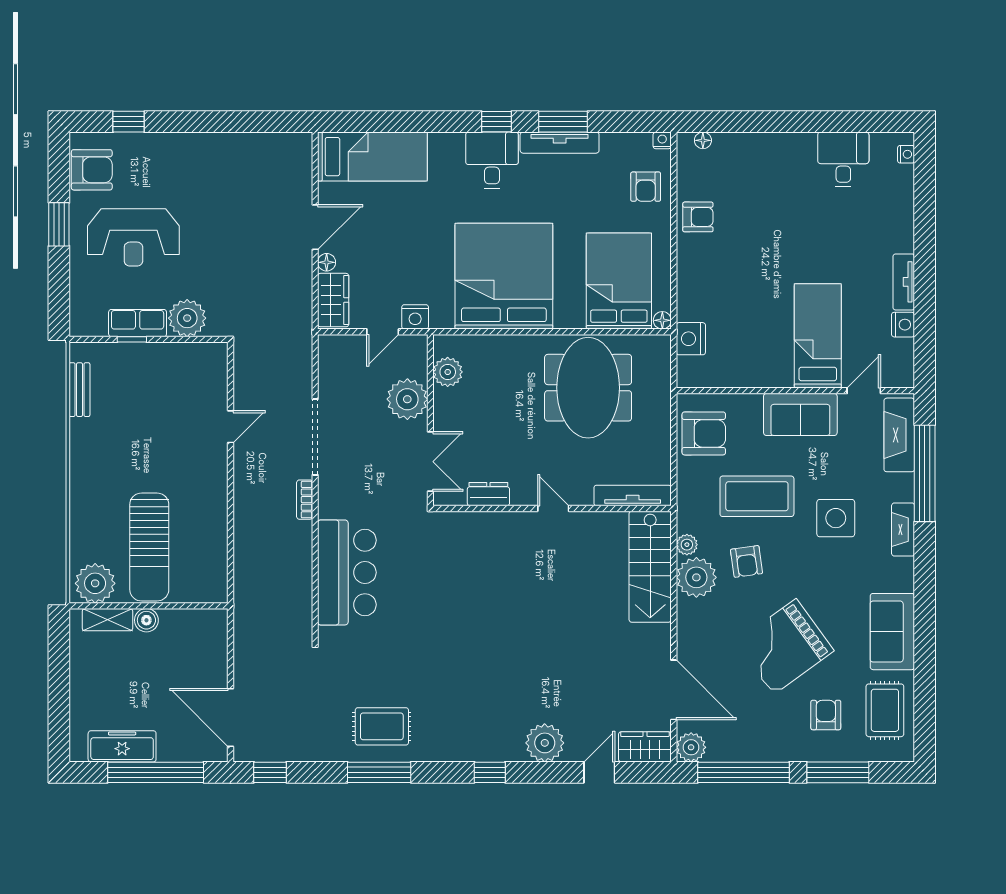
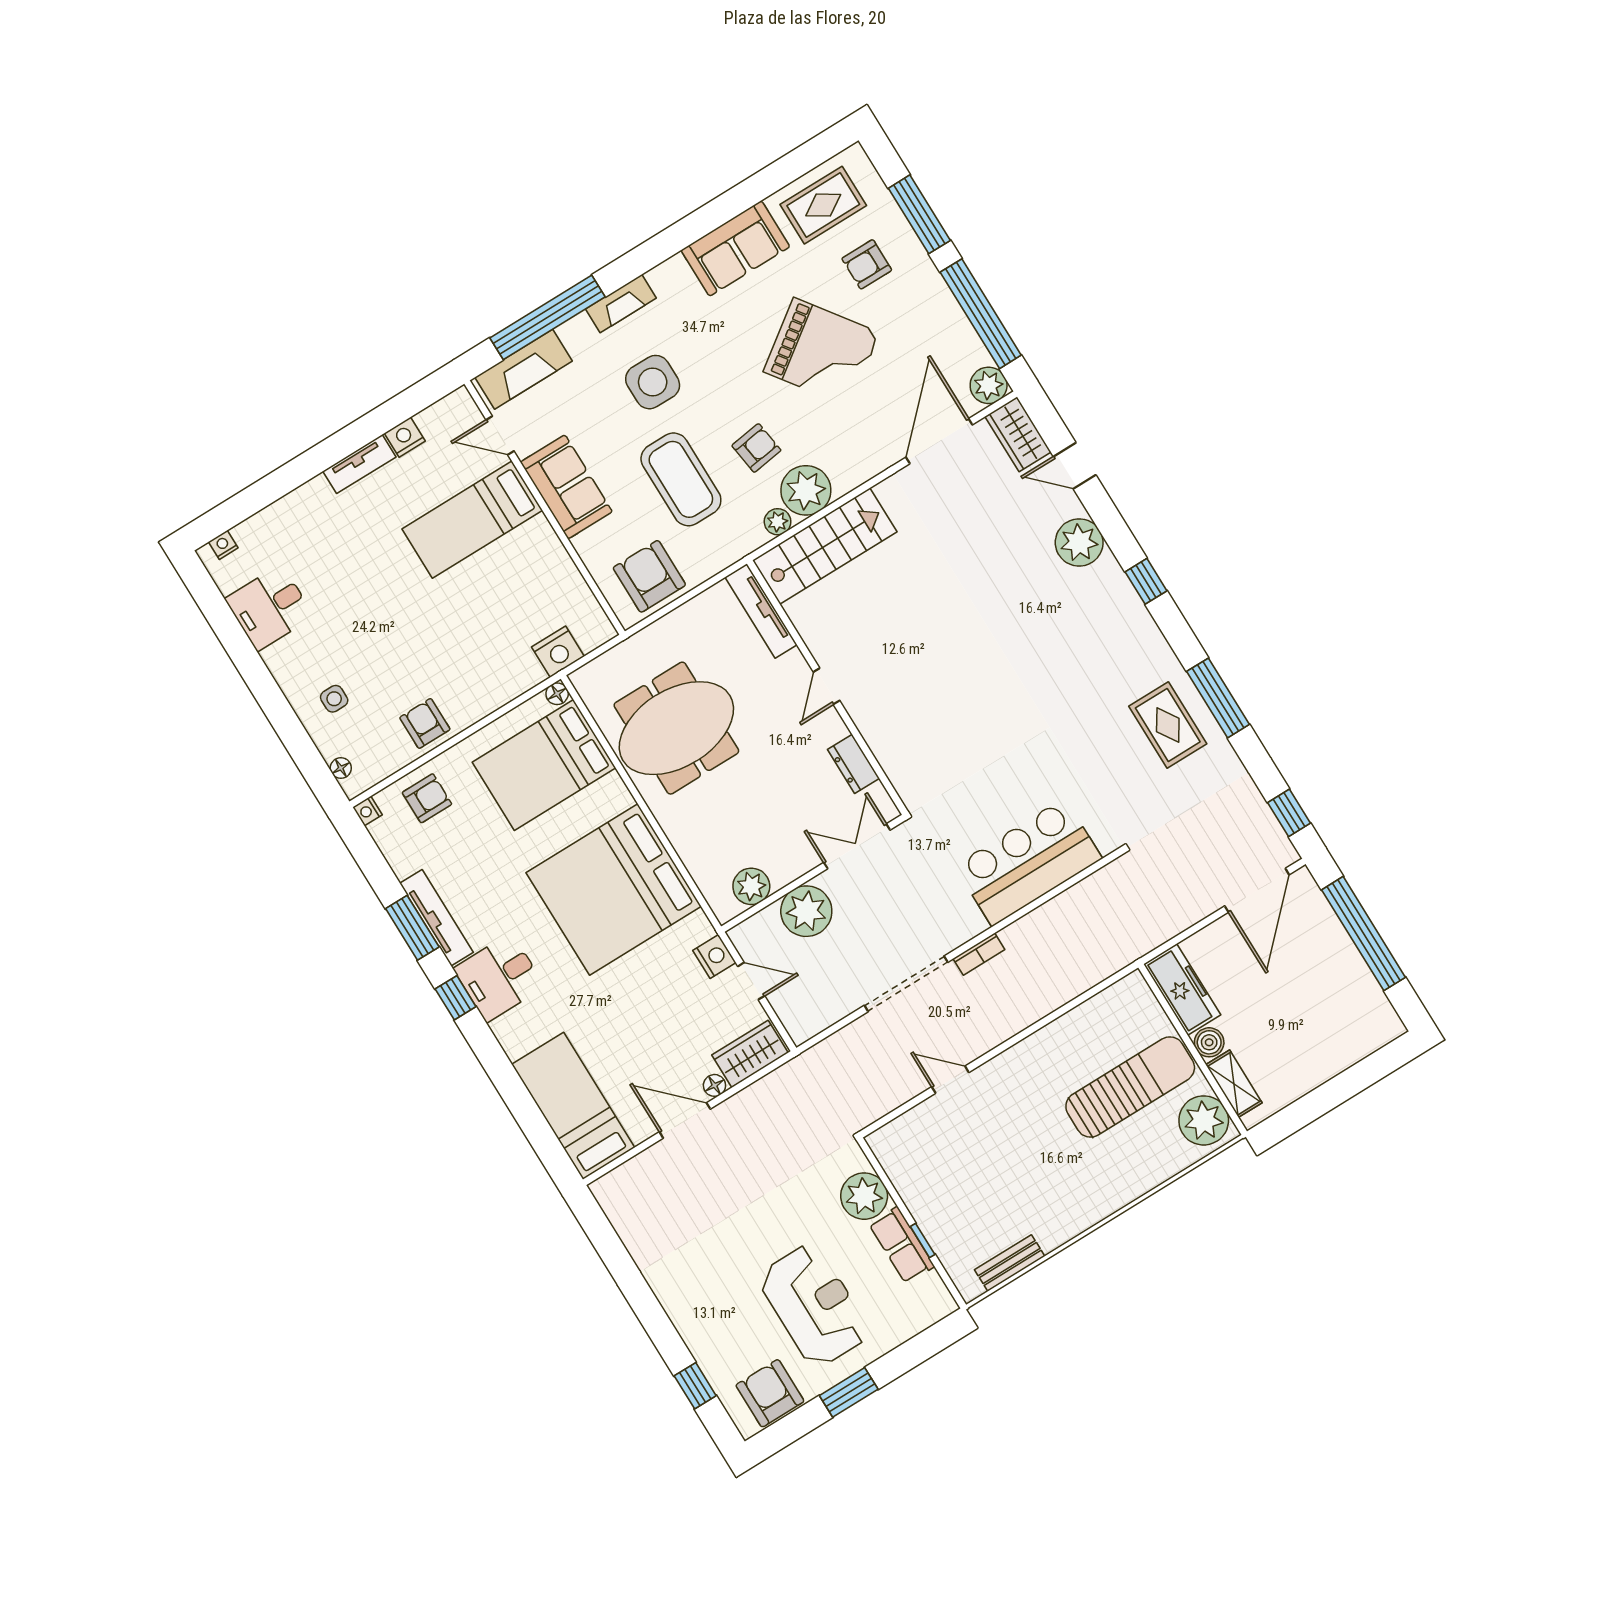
side table: (753, 165) -> (334, 699), added
freezer: (122, 746) -> (1182, 989), moved, turned 180

